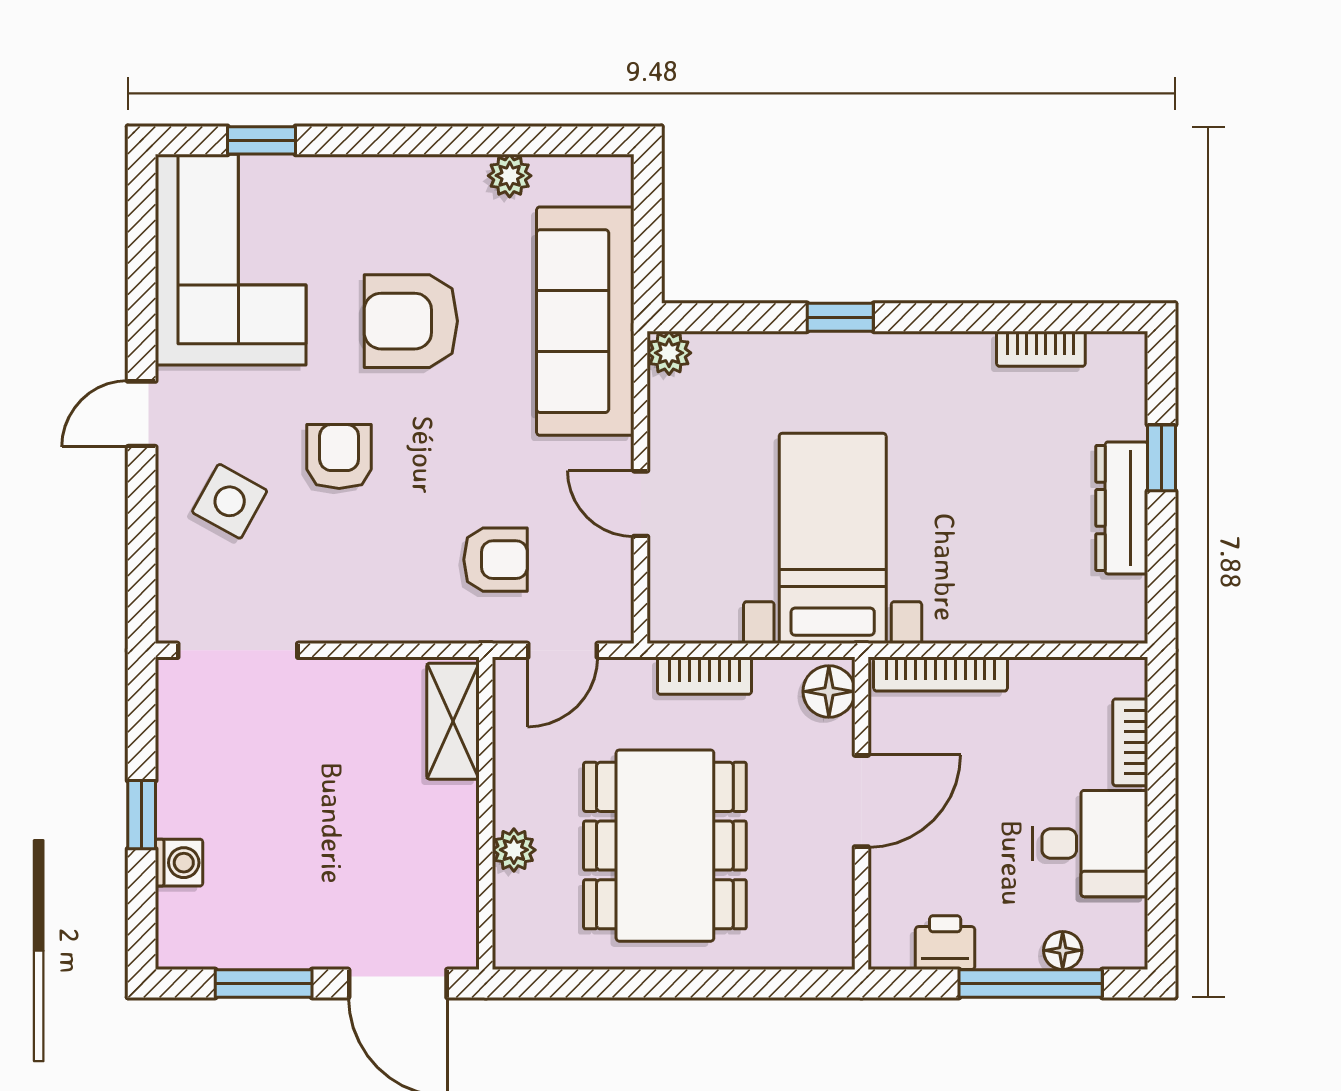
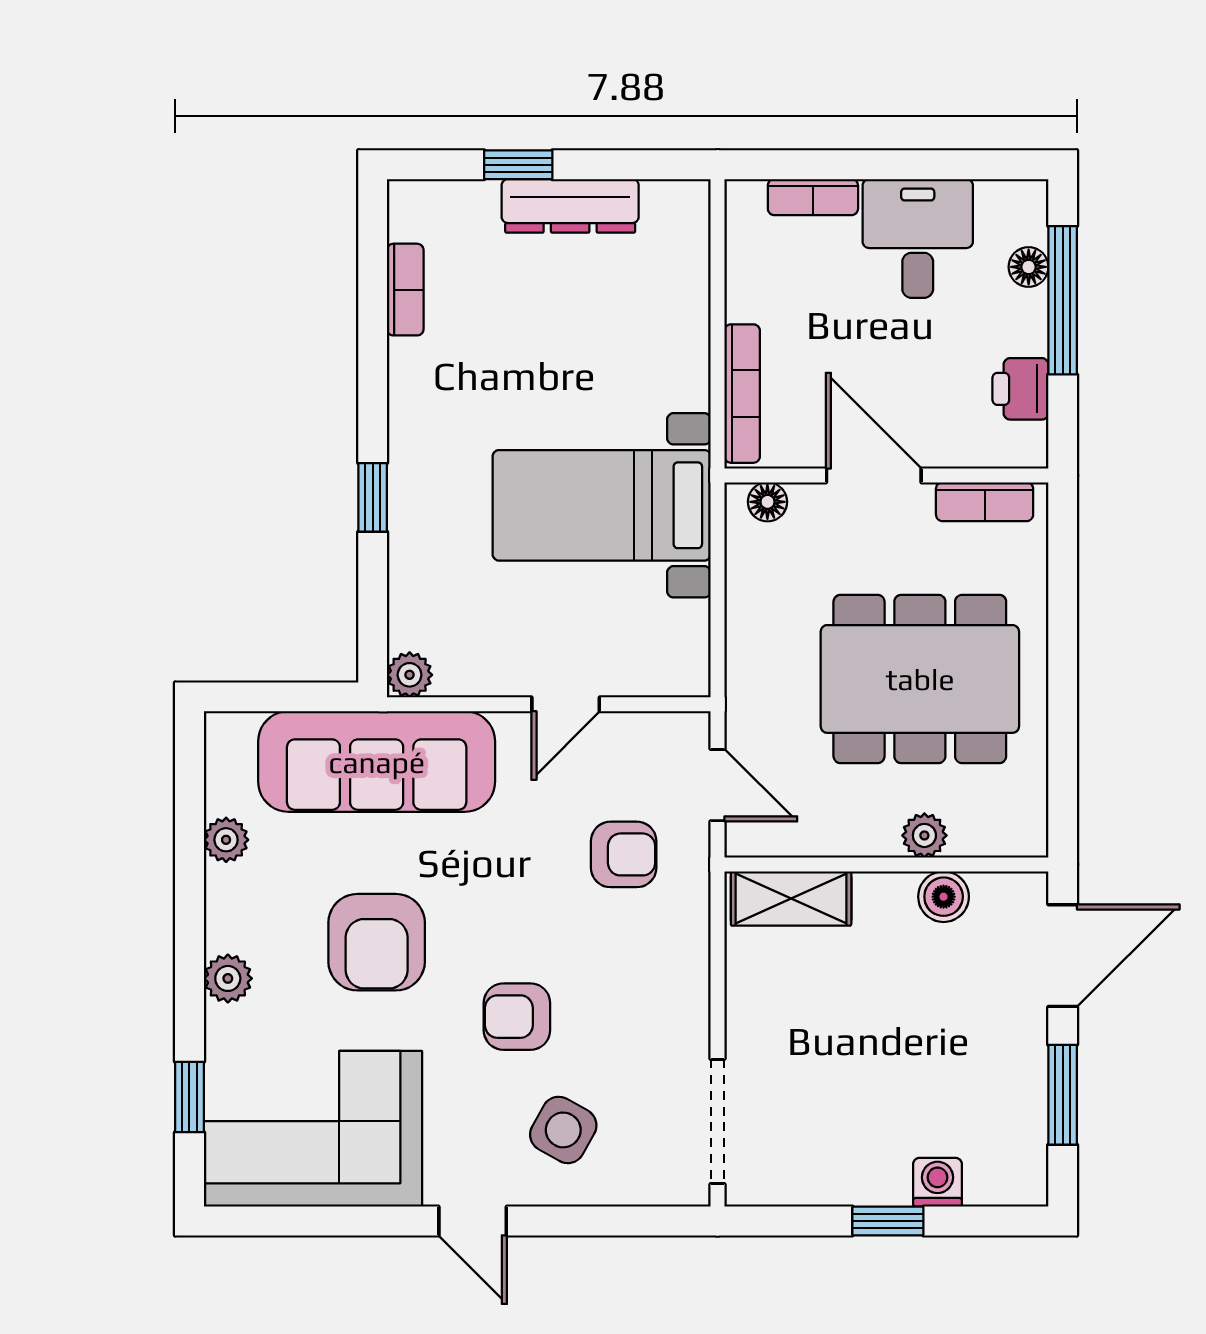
plant: (376, 177) -> (228, 978), added
armchair: (496, 560) -> (624, 854), turned 90
bookcase: (705, 676) -> (985, 502), moved, turned 90
floor lamp: (829, 691) -> (767, 502), width x0.73, depth x0.73
boiler: (455, 868) -> (944, 897), added

